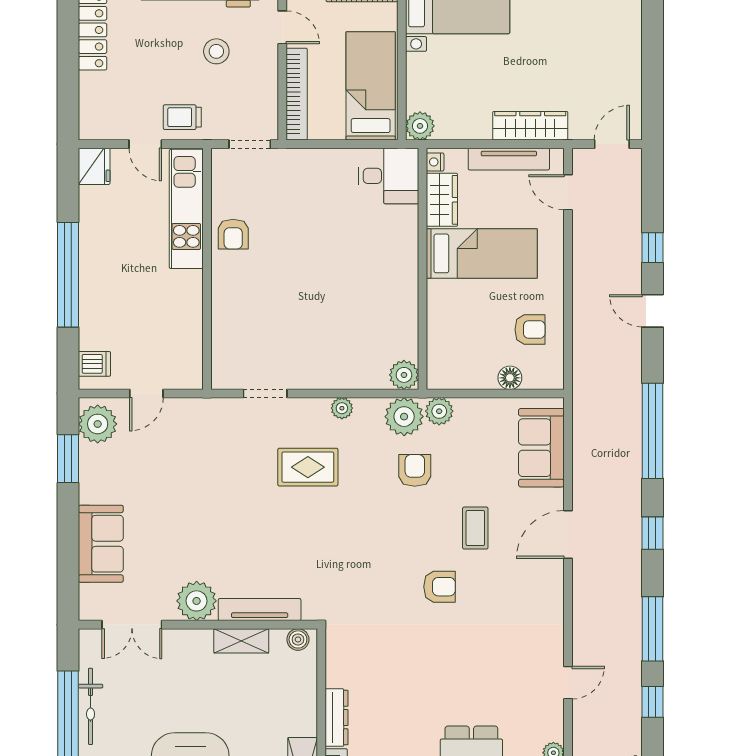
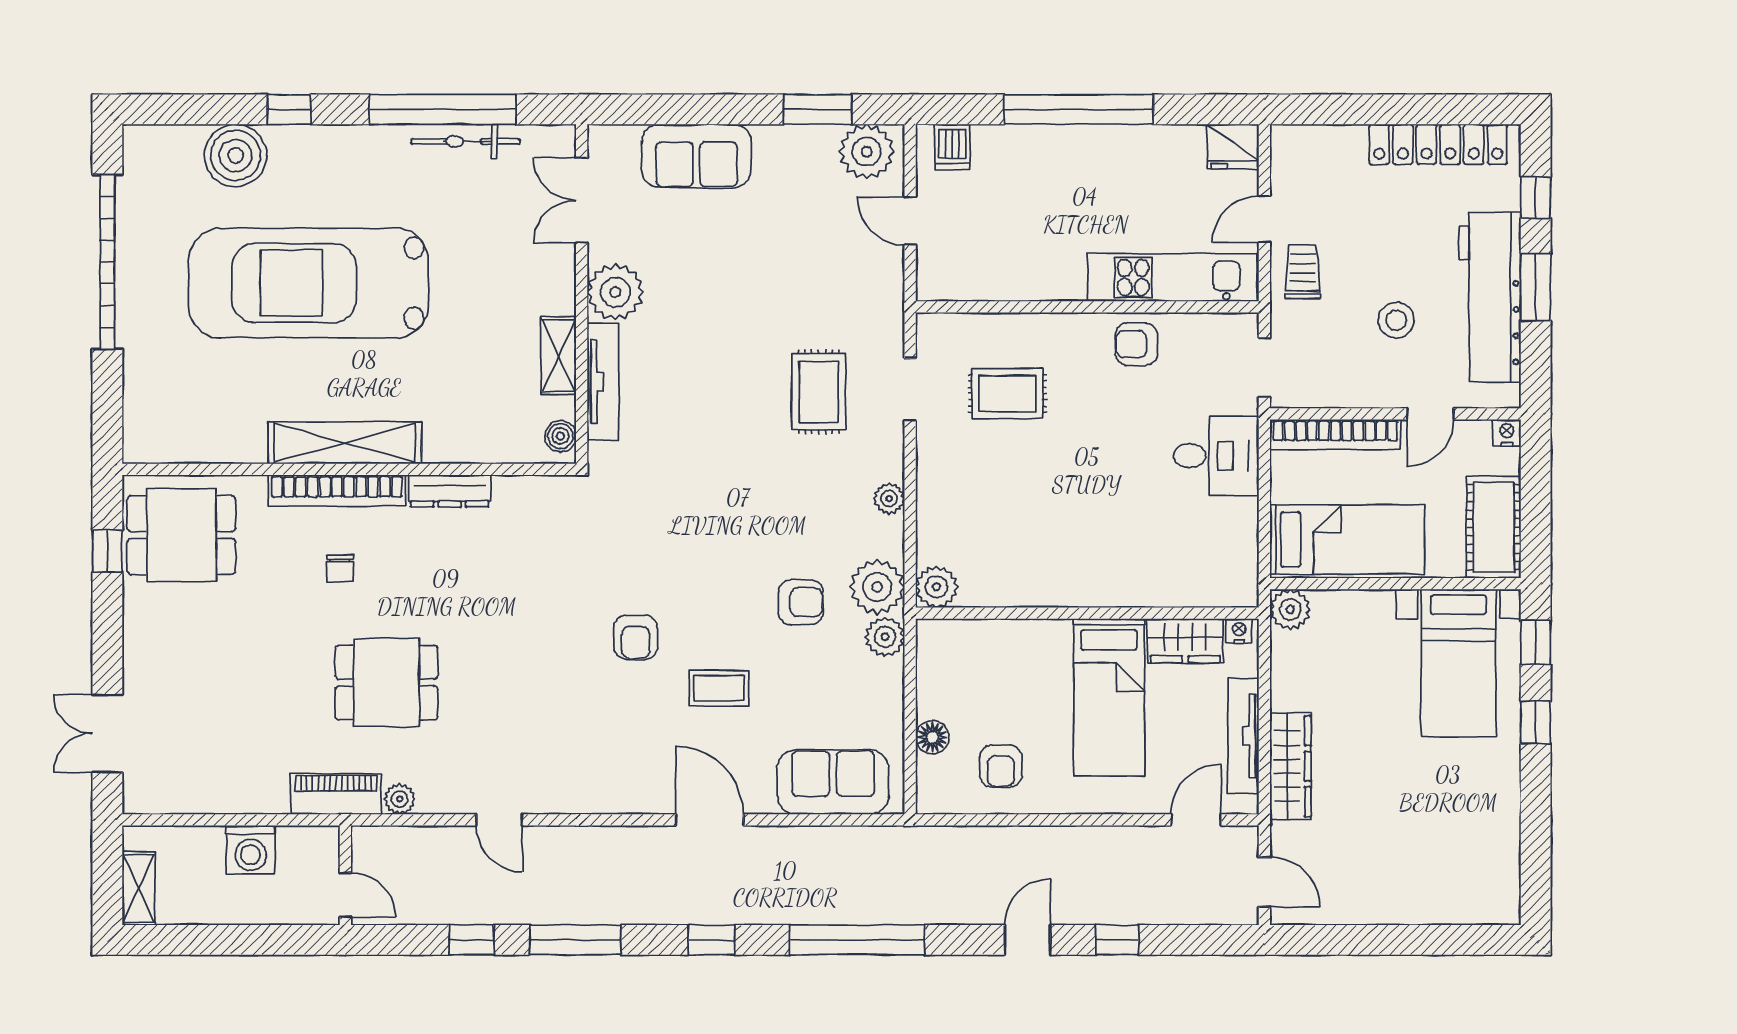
desk: (389, 176) -> (1216, 456), moved, turned -90
rug: (268, 325) -> (1007, 393), added
rug: (308, 467) -> (819, 392), moved

